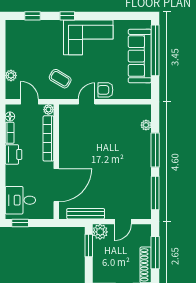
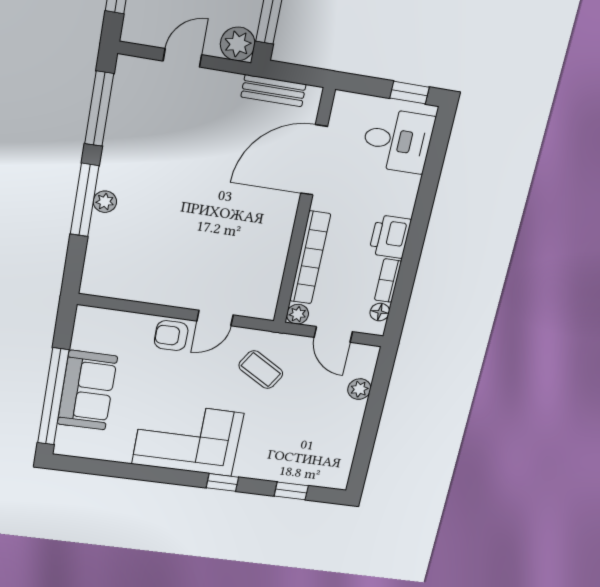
sofa: (140, 56) -> (87, 390), width x0.73
armchair: (105, 90) -> (171, 336), turned 180
plant: (146, 125) -> (105, 202), moved
bench: (86, 214) -> (273, 91), width x0.73

